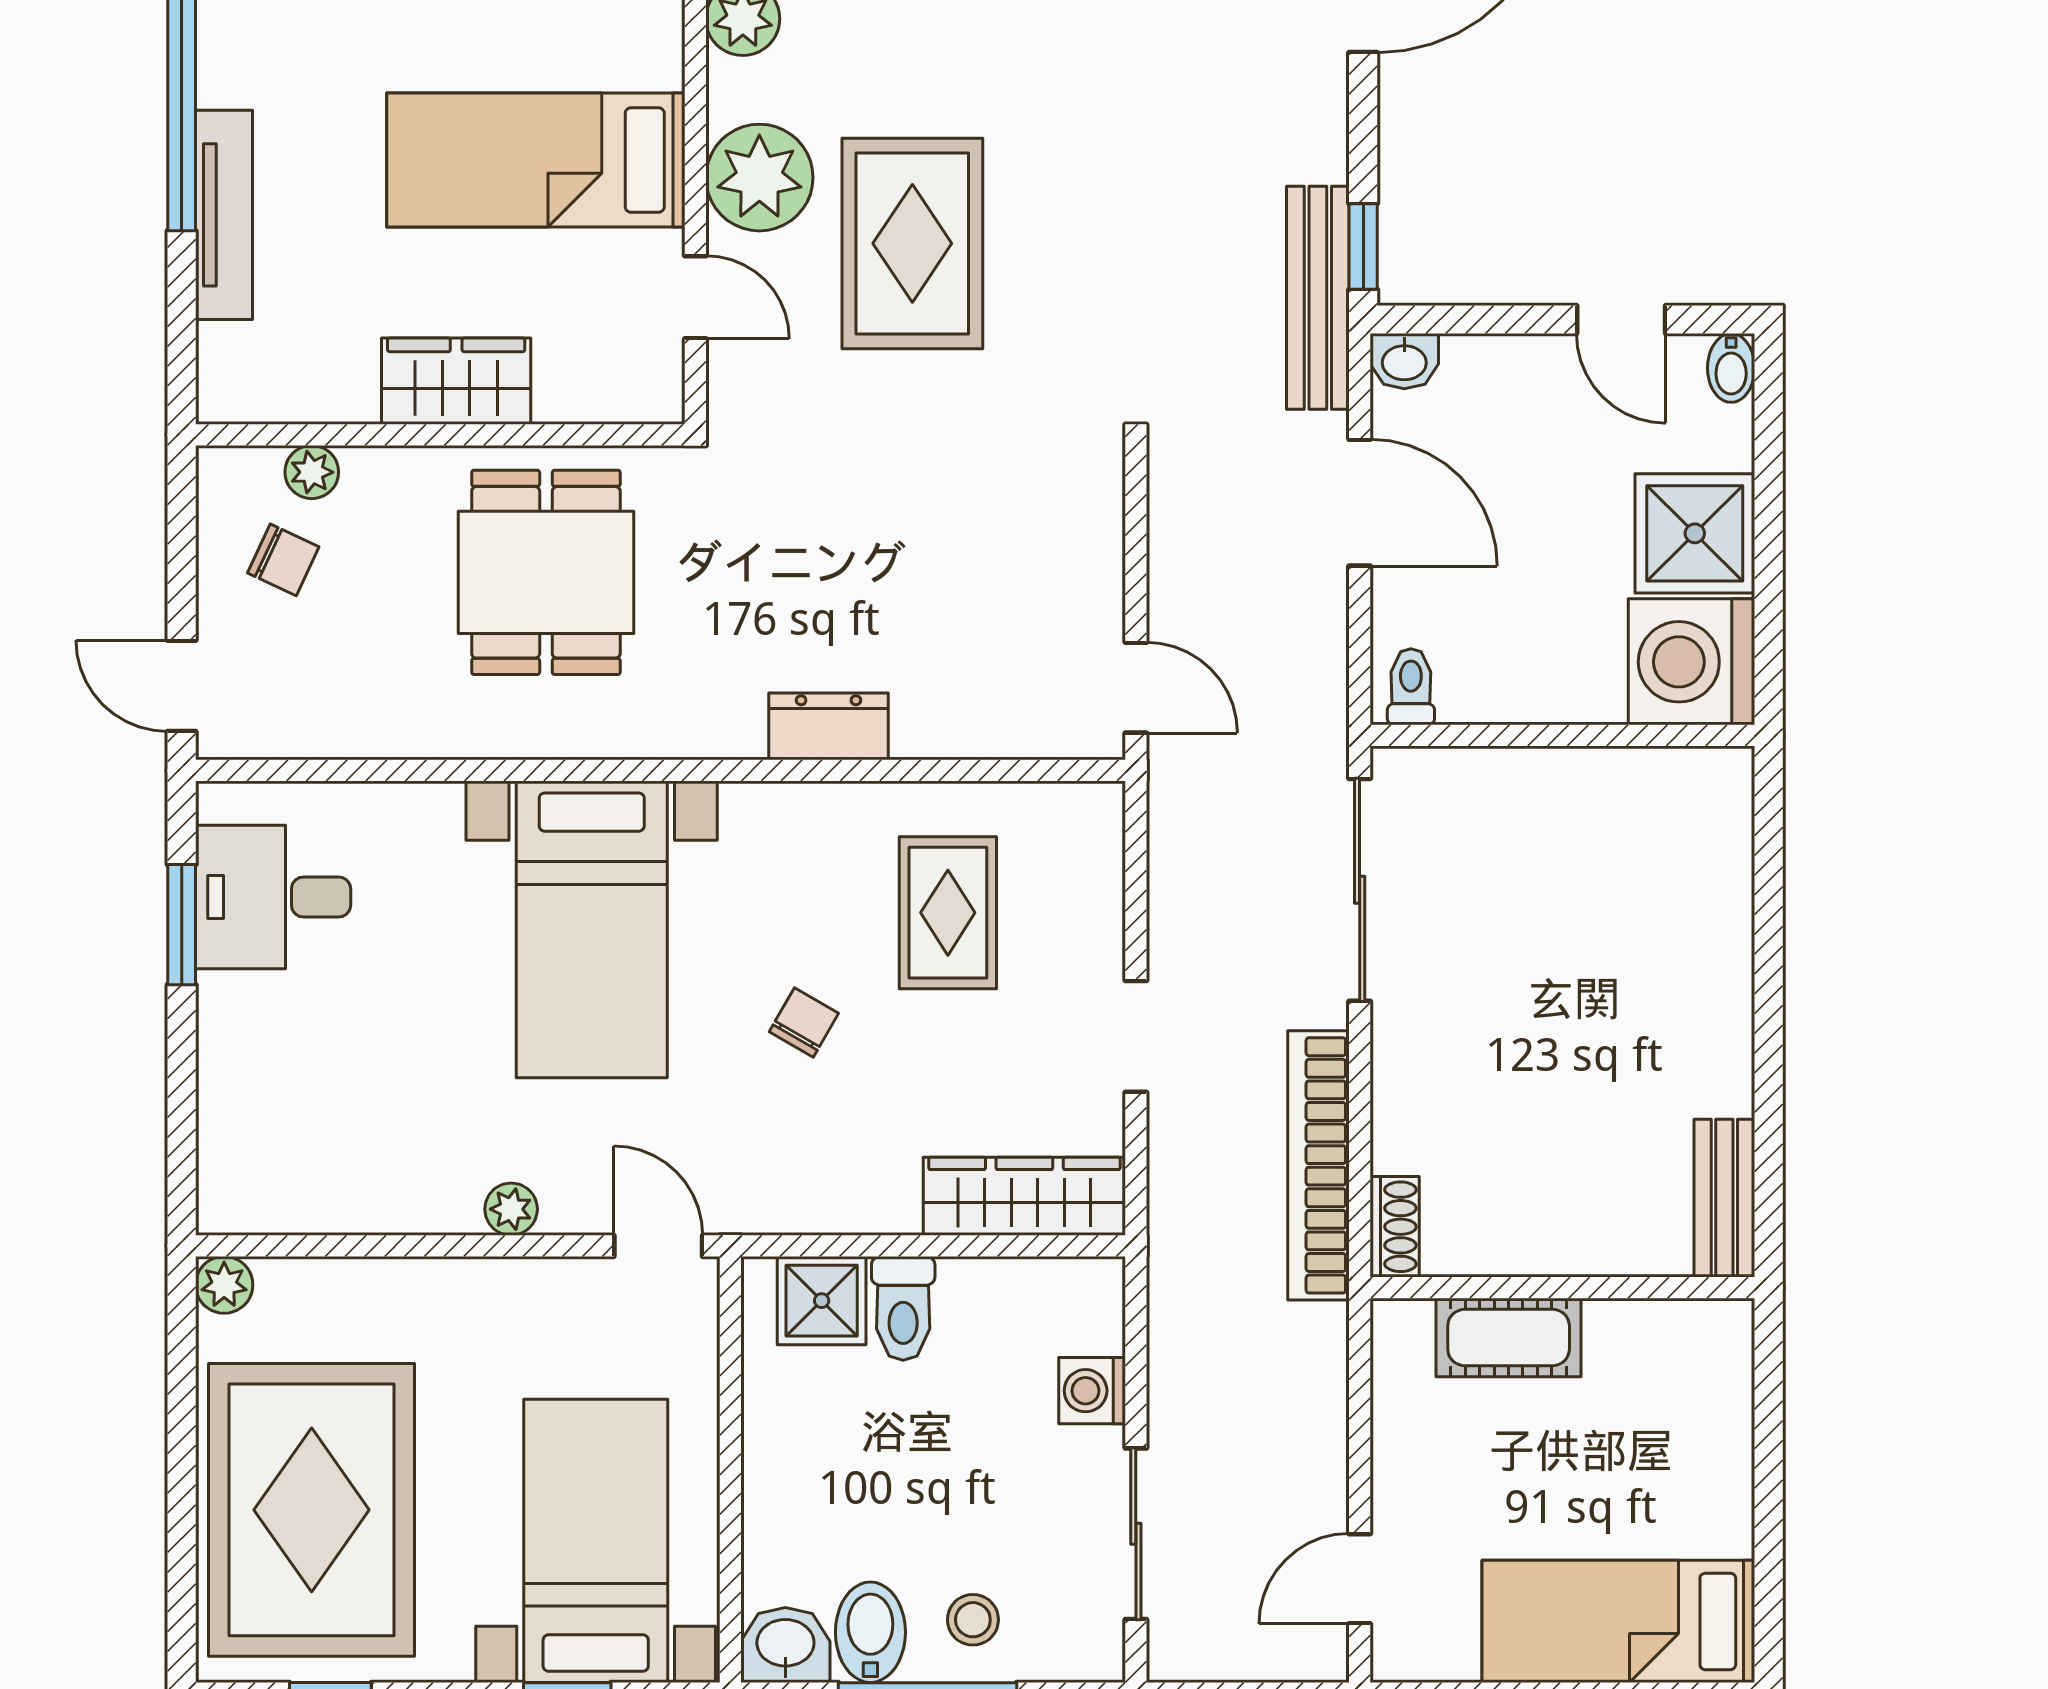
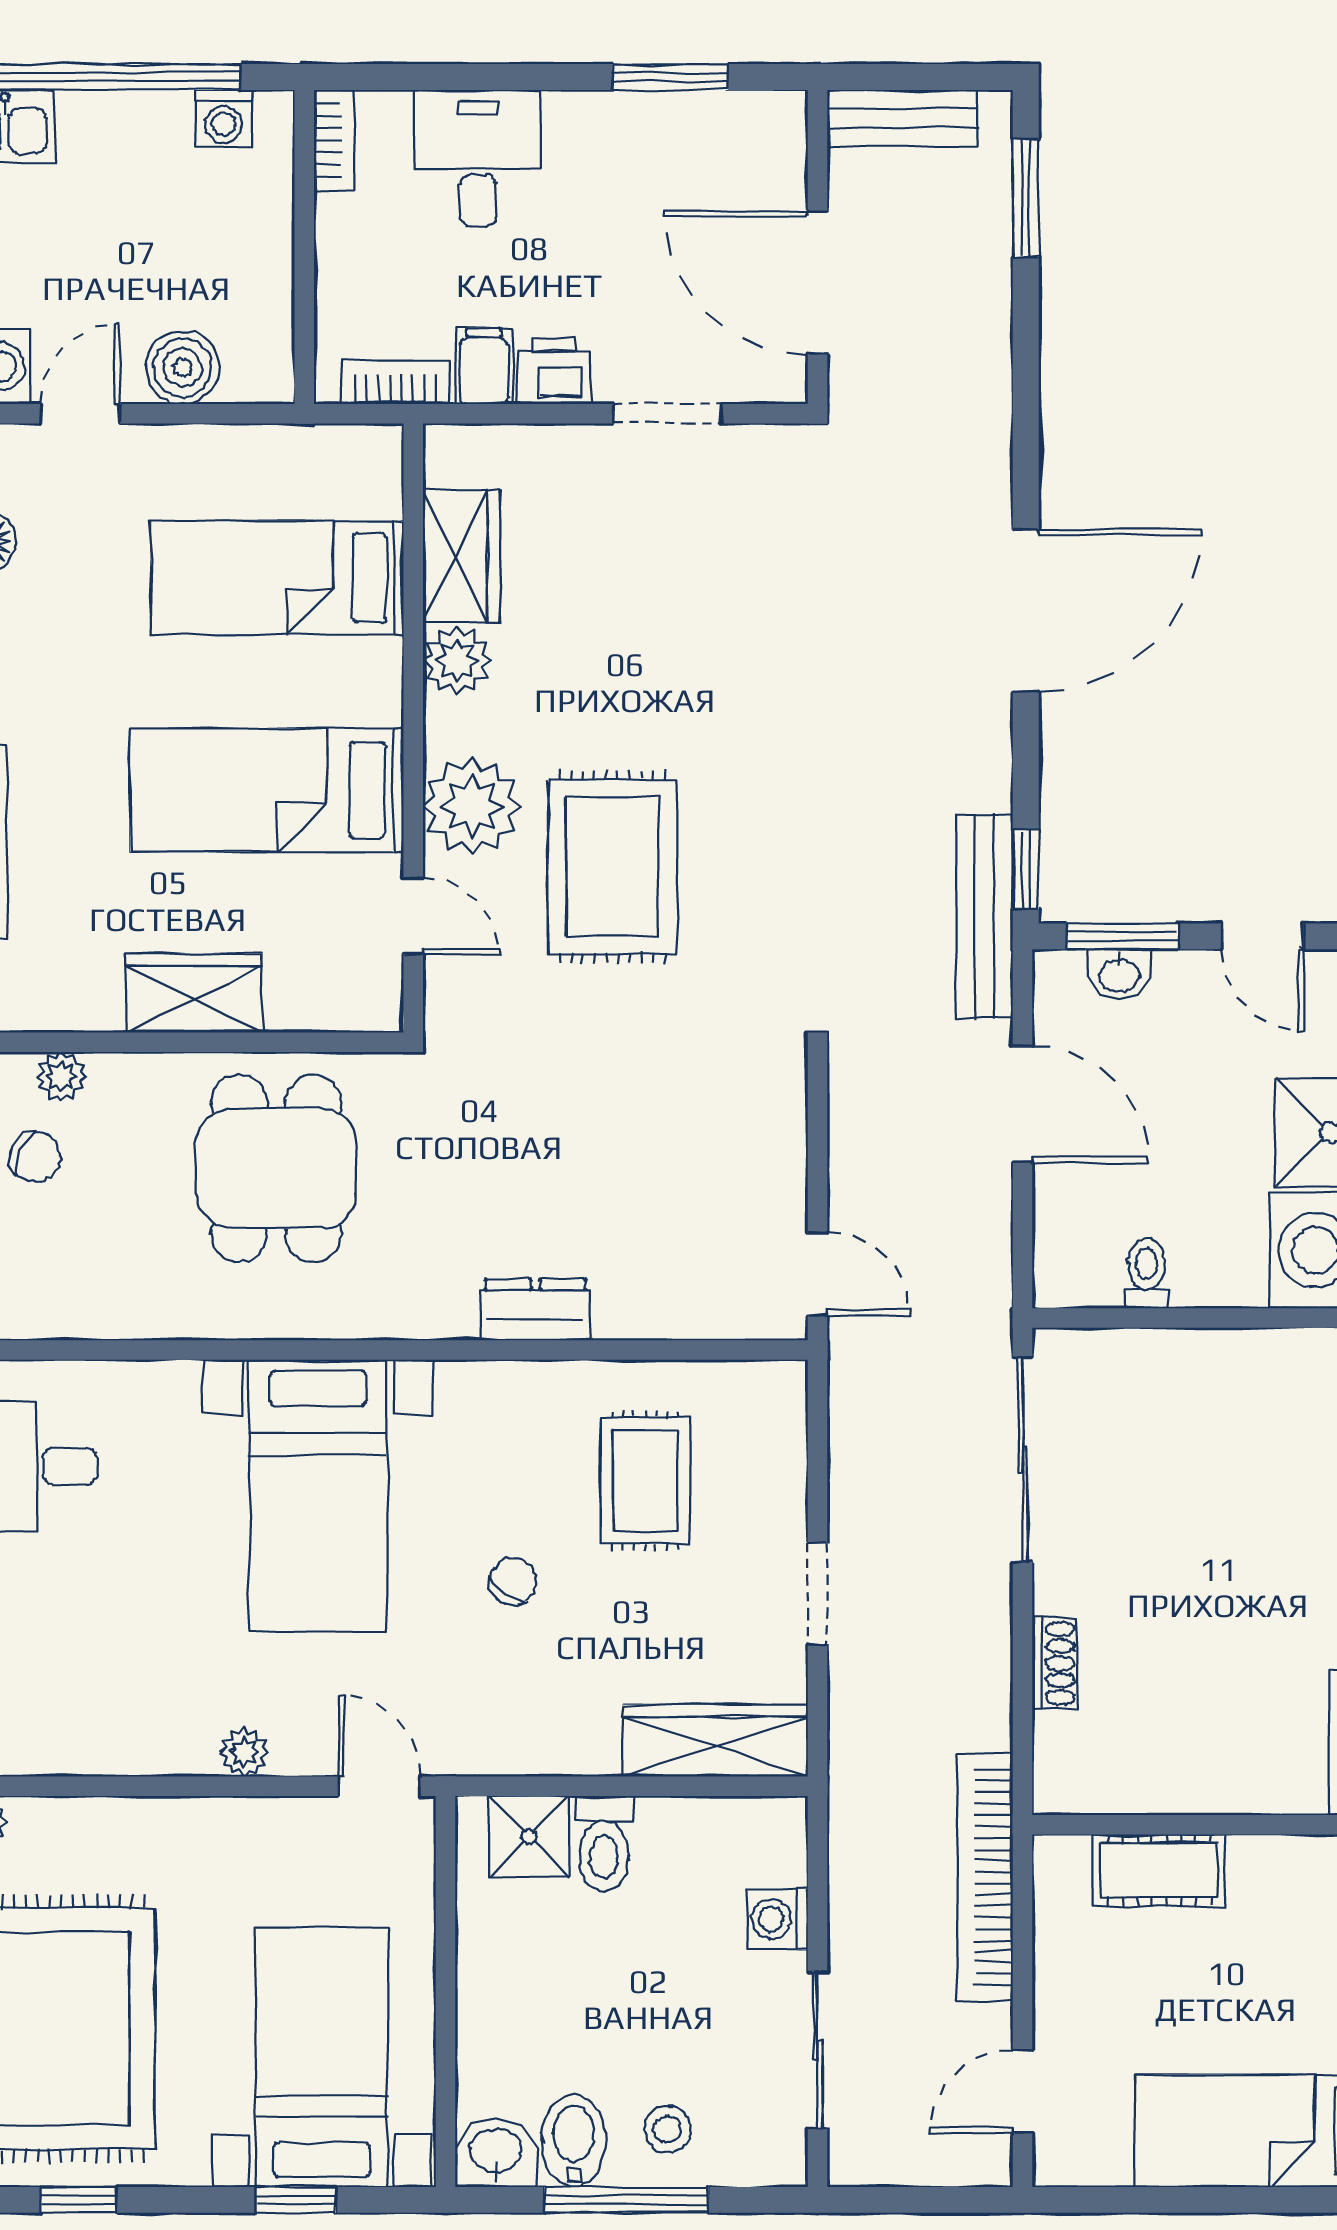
window: (1468, 319) -> (1122, 936), added
washbasin: (1404, 361) -> (1119, 975), moved
toilet: (1411, 687) -> (1147, 1273), moved
bookcase: (1318, 1165) -> (985, 1877), moved
shoe rack: (1395, 1227) -> (1055, 1663), moved

